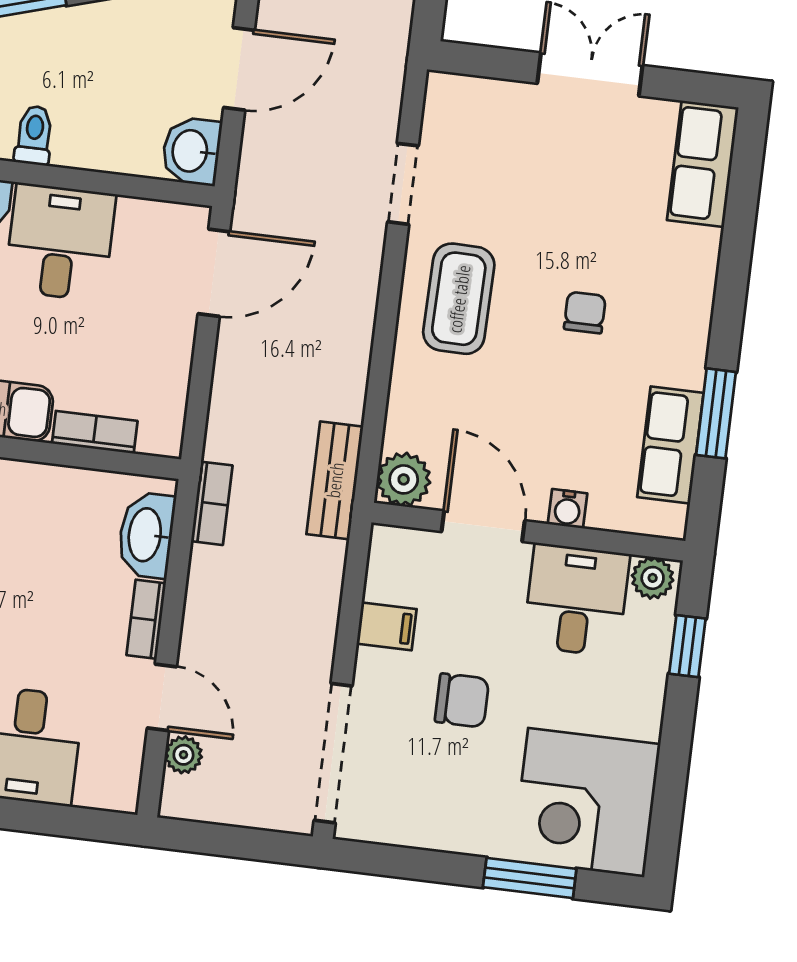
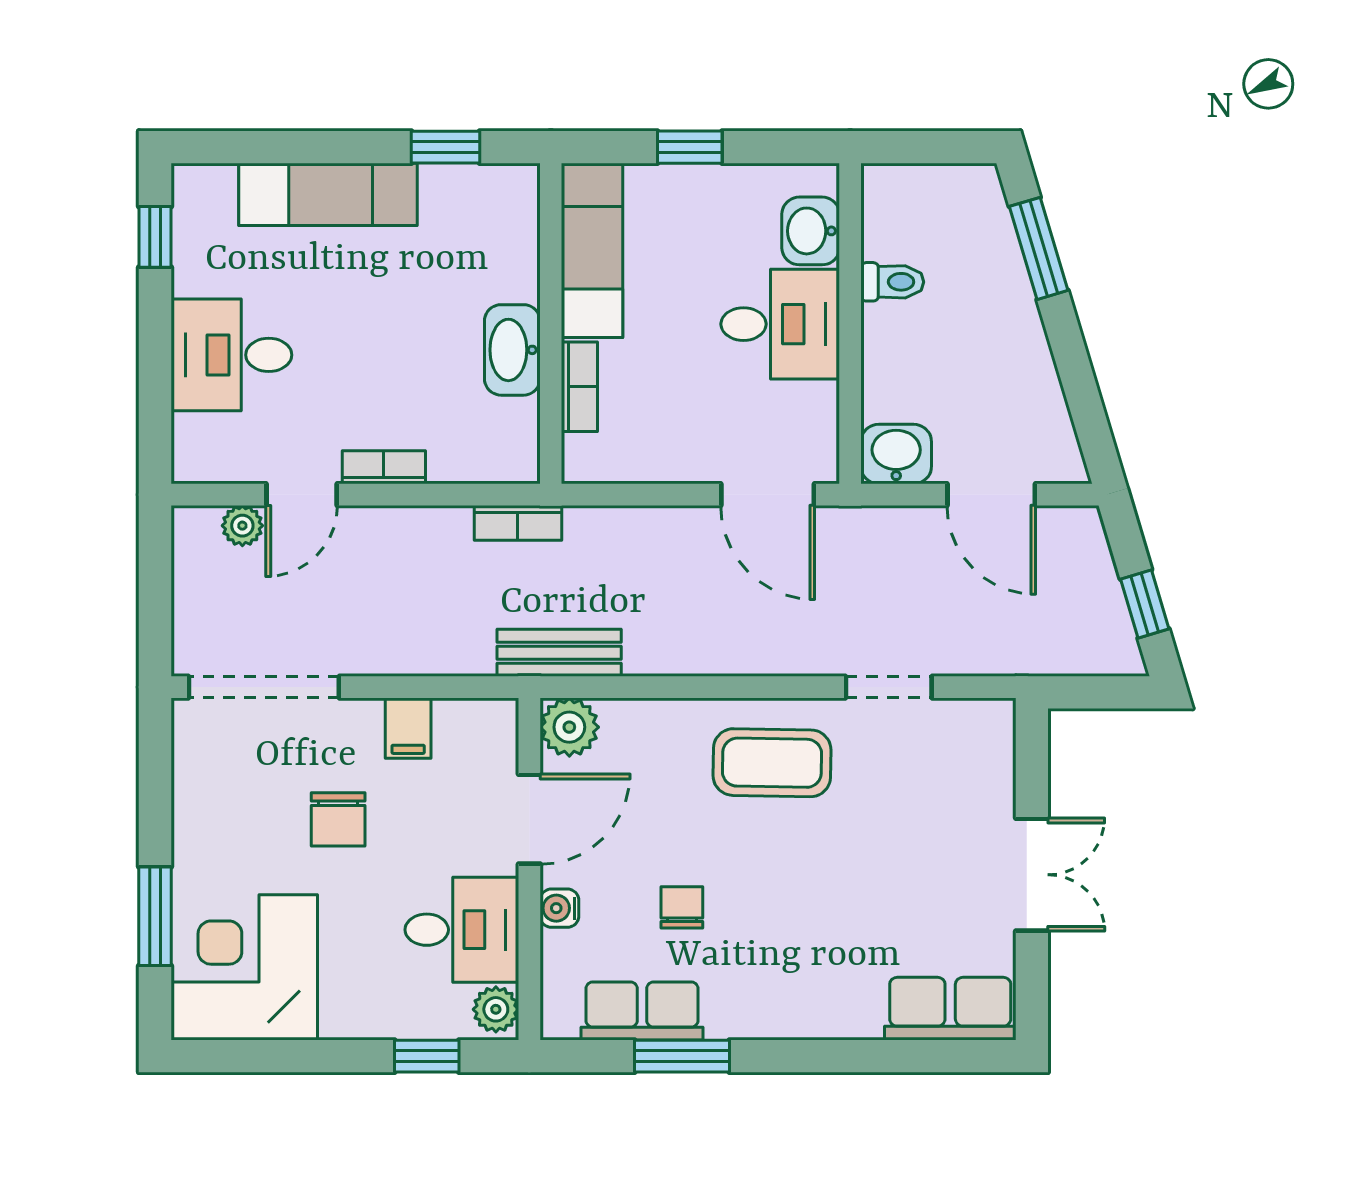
chair: (585, 313) -> (682, 907), moved, turned -90
washbasin: (146, 535) -> (512, 350), moved, turned -90

